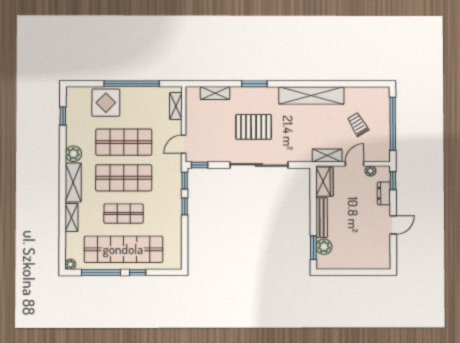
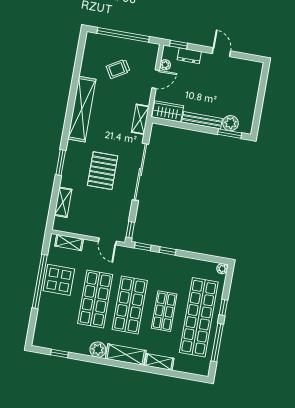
display table: (106, 103) -> (59, 280), moved
shelving: (327, 156) -> (140, 119), moved
door: (354, 164) -> (156, 79), swing flipped
plant: (70, 264) -> (222, 269), moved

